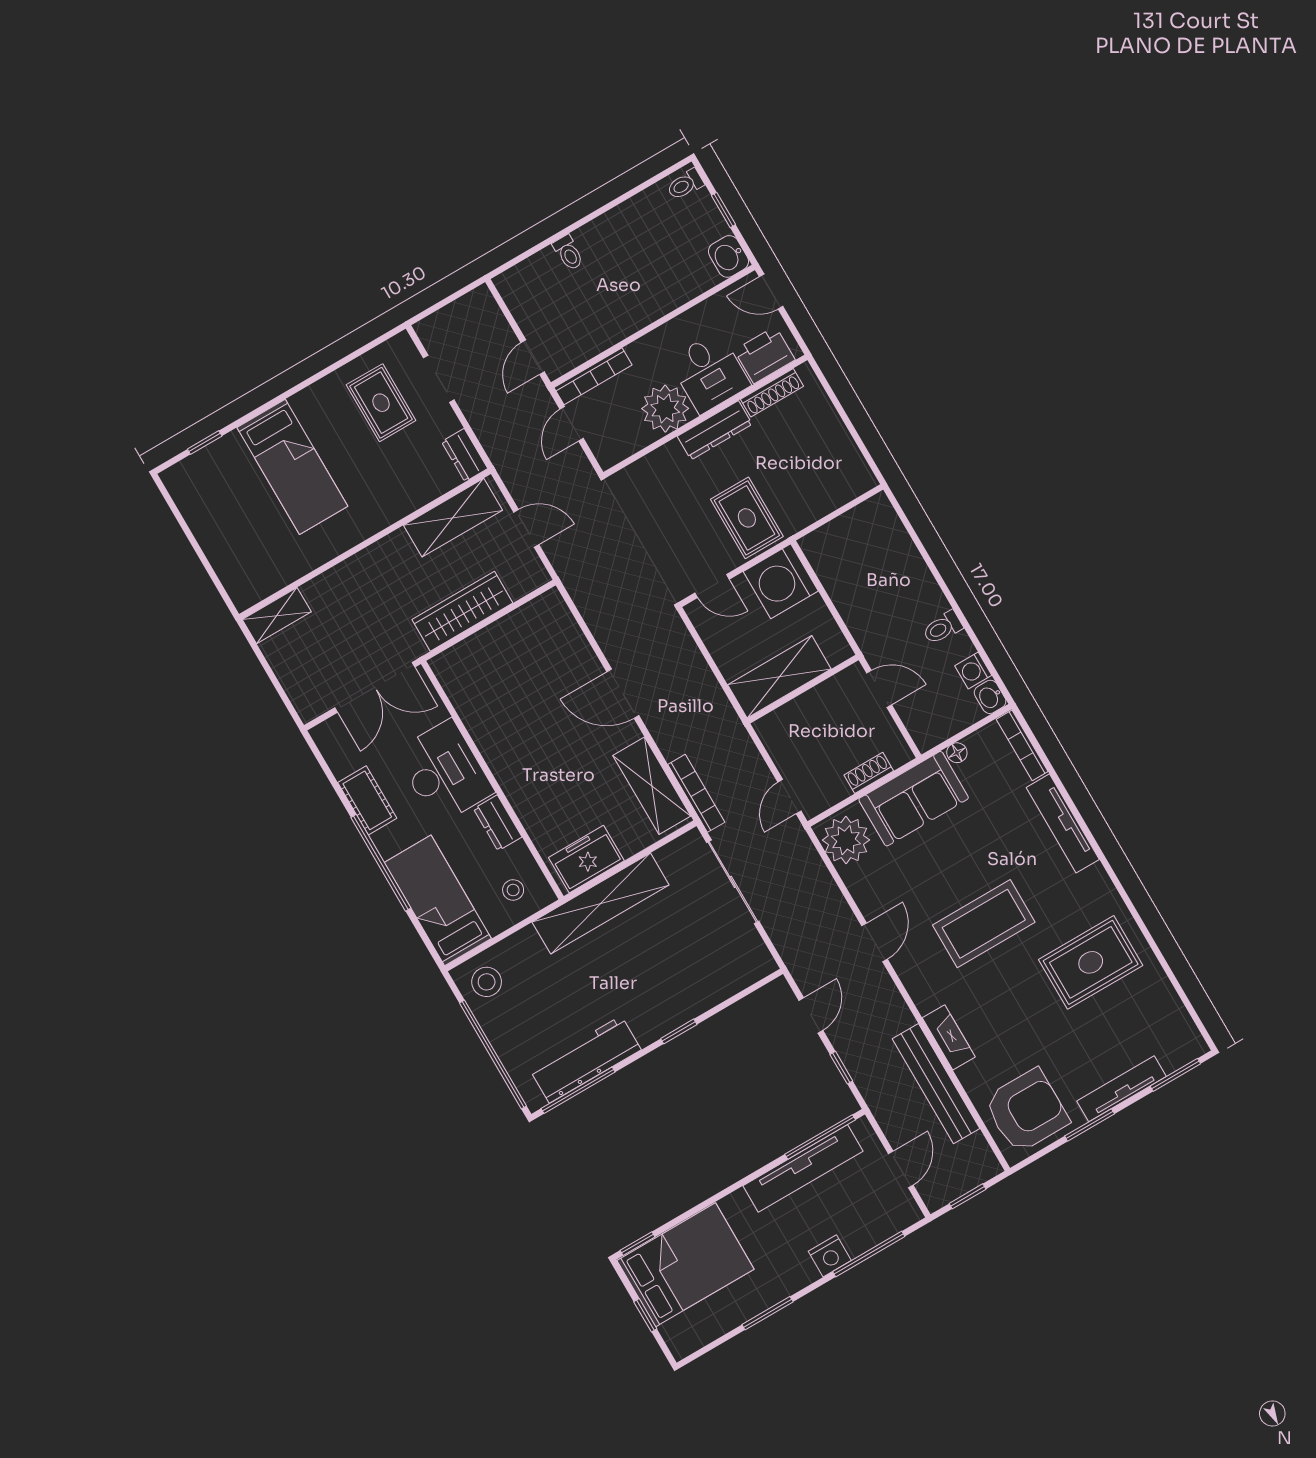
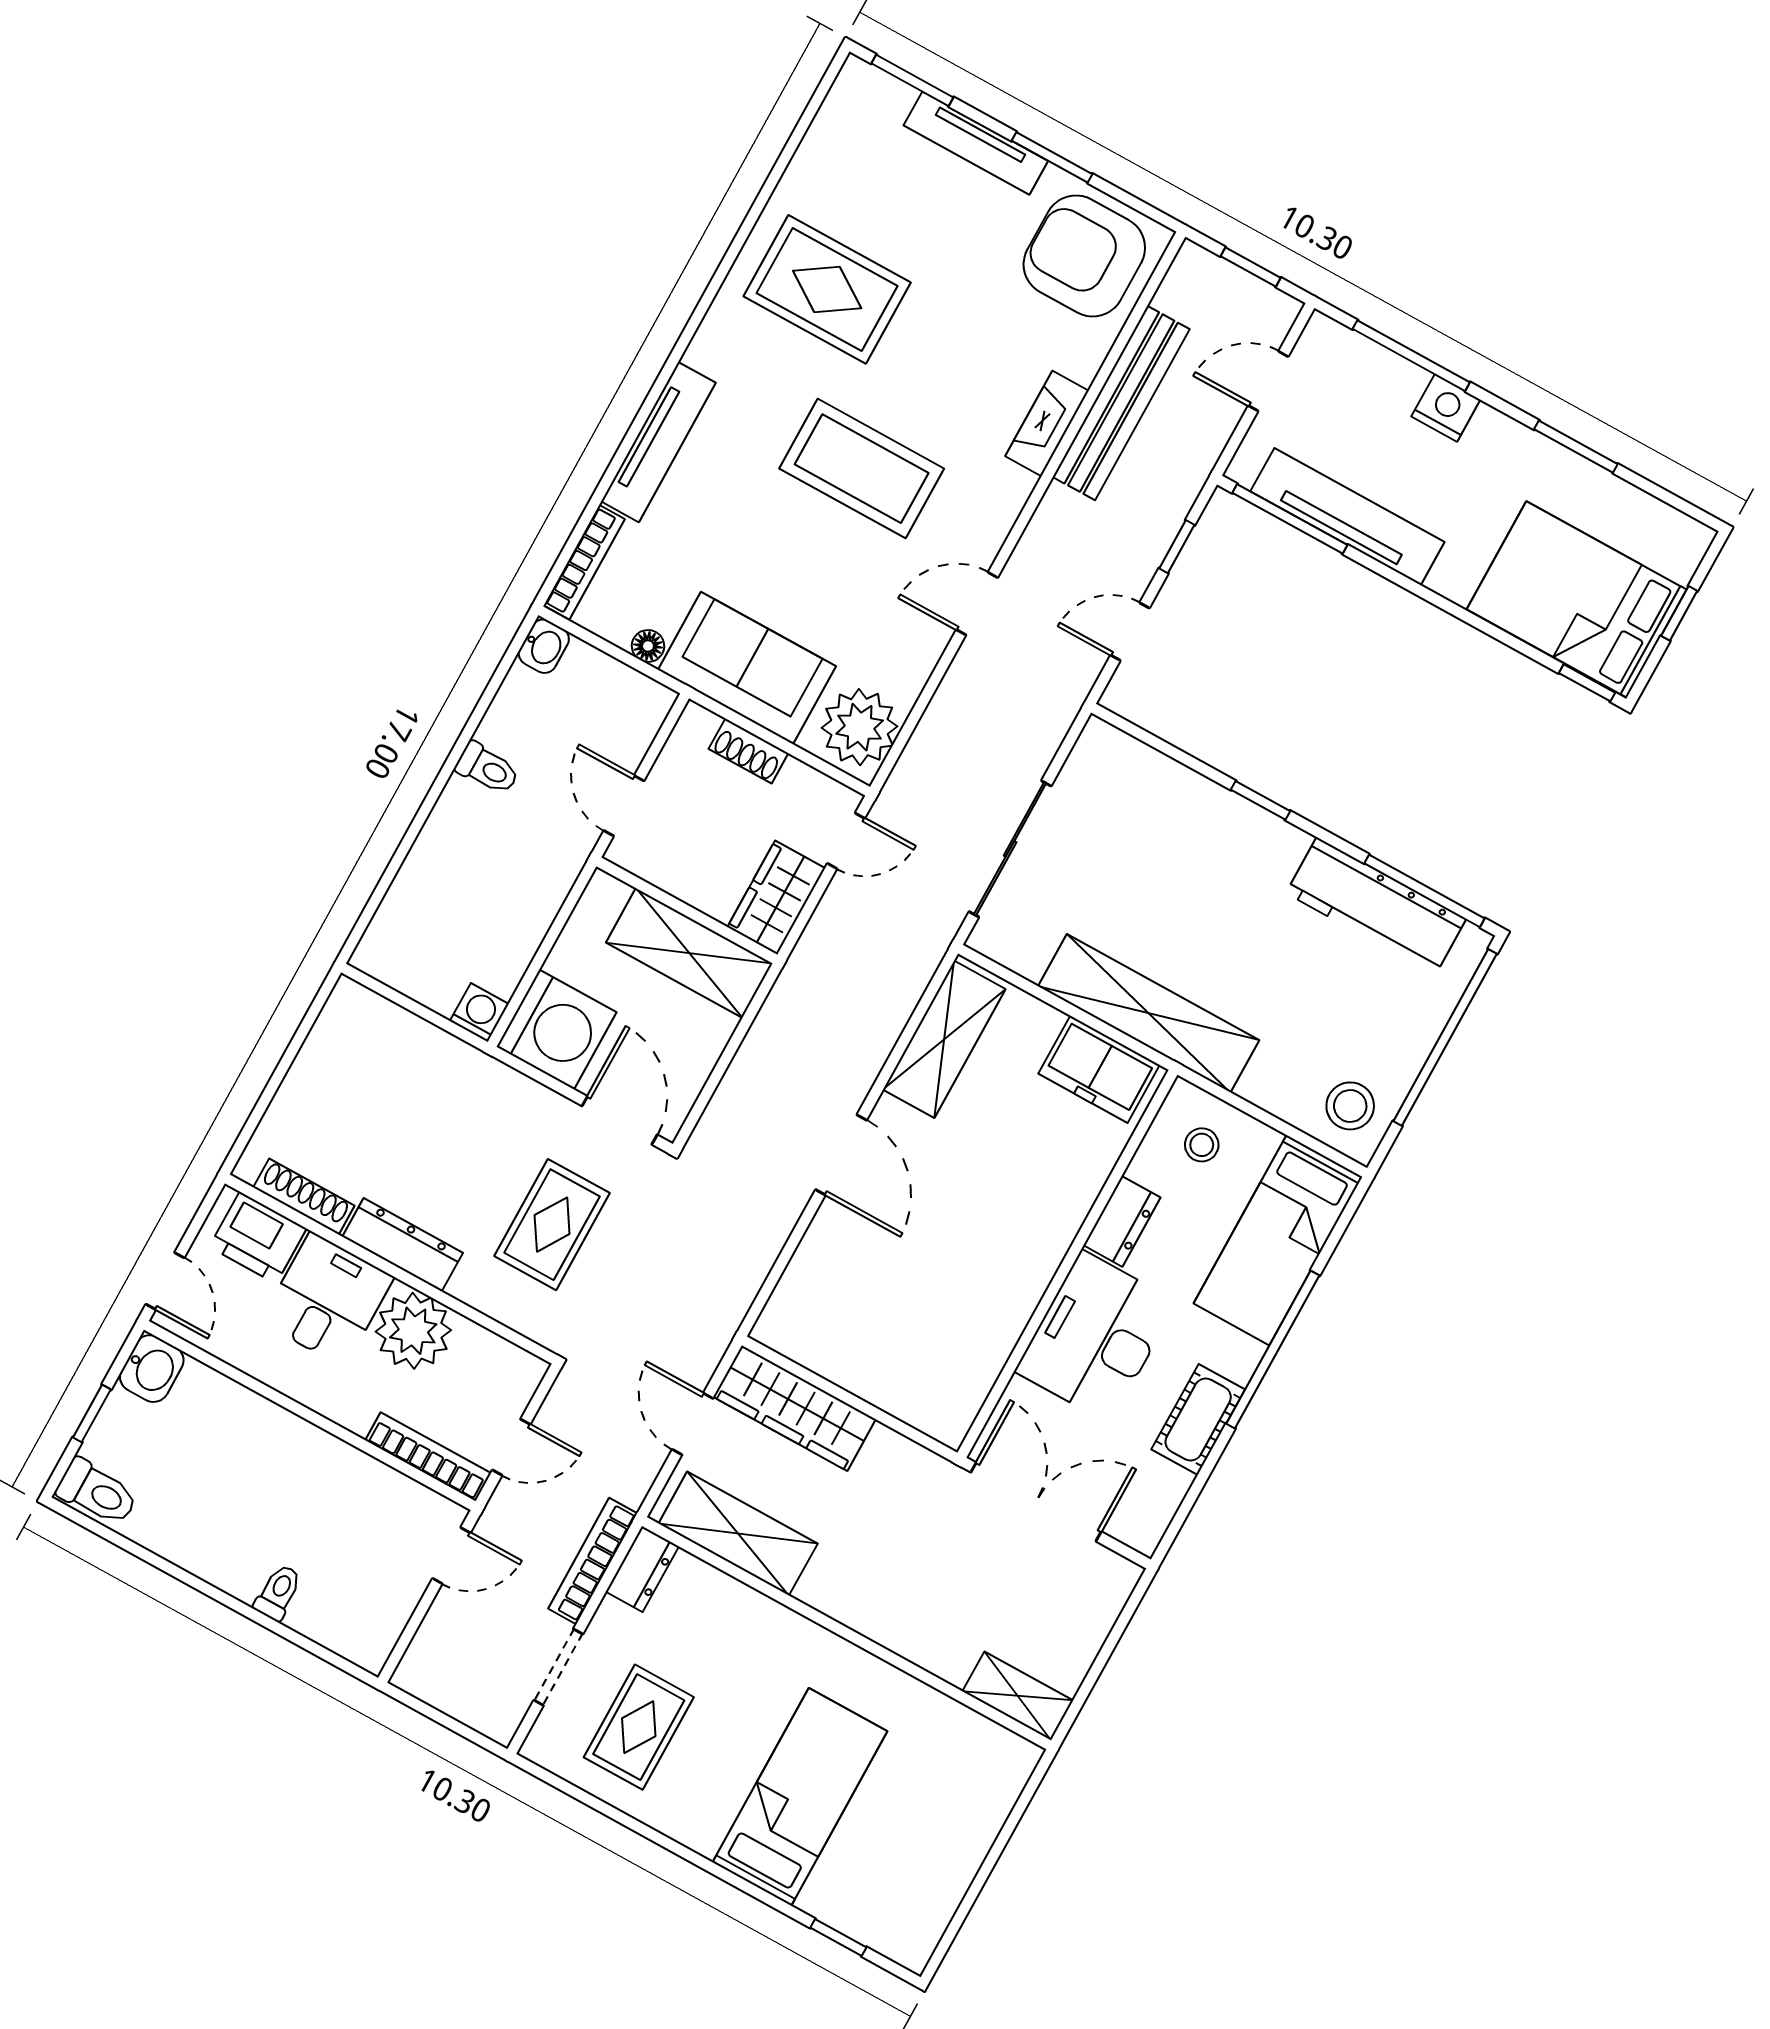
toilet: (685, 184) -> (97, 1492), width x1.37, depth x1.39
rug: (747, 518) -> (552, 1225), moved
door: (712, 586) -> (620, 1120), width x1.38
wardrobe: (462, 611) -> (795, 1408), moved
washing machine: (973, 670) -> (479, 1012), moved, turned -90
wardrobe: (781, 741) -> (776, 898), added
bookcase: (696, 793) -> (593, 1561), moved

